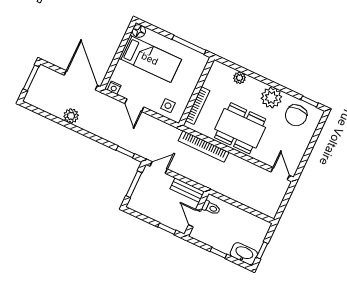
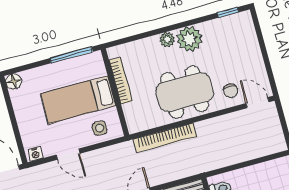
bed: (150, 59) -> (78, 100), moved, turned 180
plant: (240, 78) -> (167, 39), moved
bookcase: (198, 106) -> (121, 81), moved
chair: (296, 115) -> (231, 91), moved, width x0.54, depth x0.54

